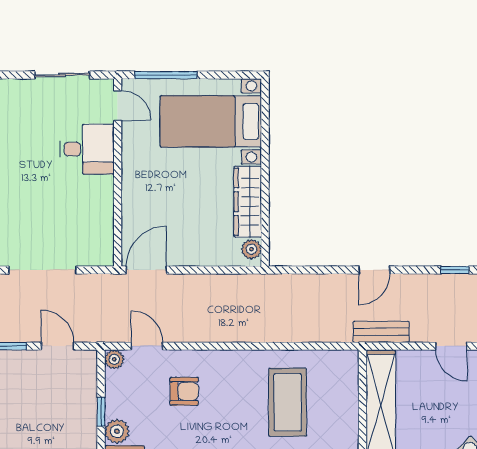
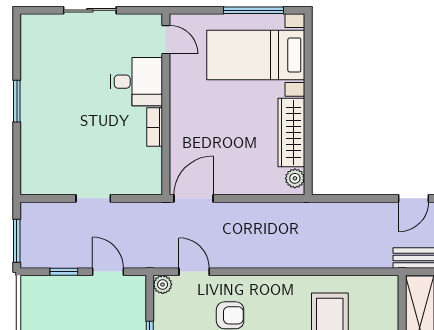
sliding door: (62, 75) -> (90, 10), moved
window: (166, 75) -> (253, 10), moved
bookcase: (106, 196) -> (155, 127), added
doorway: (42, 270) -> (93, 198), width x0.53

